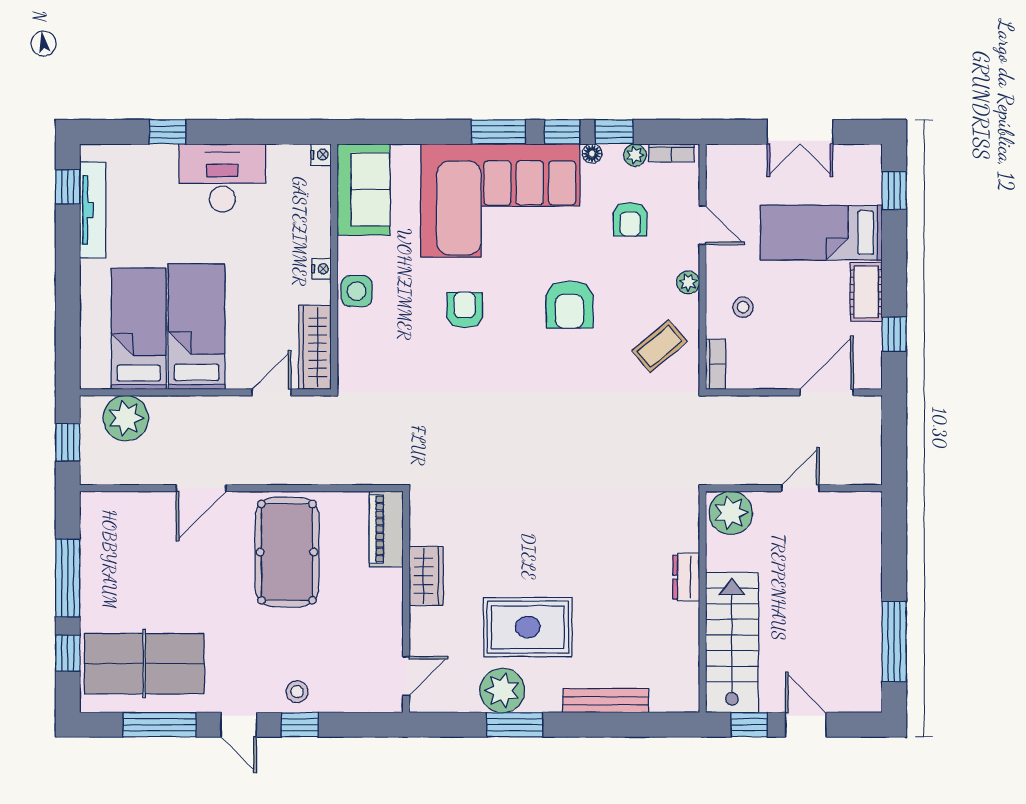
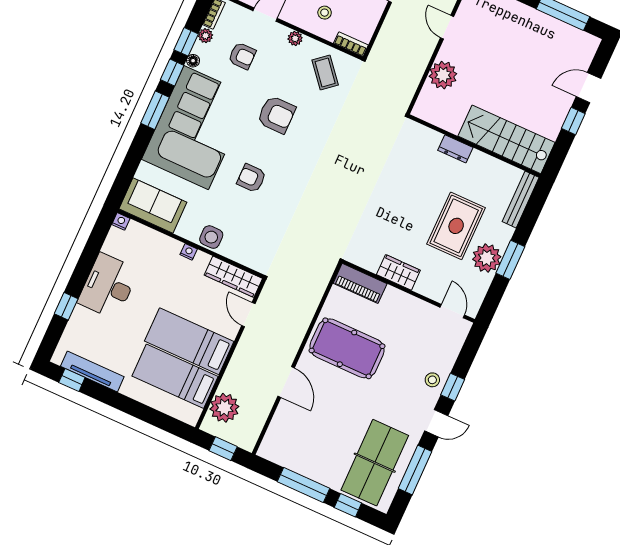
dresser: (686, 577) -> (455, 149), moved
wall: (703, 602) -> (474, 146), moved
stairs: (732, 643) -> (506, 139), moved

